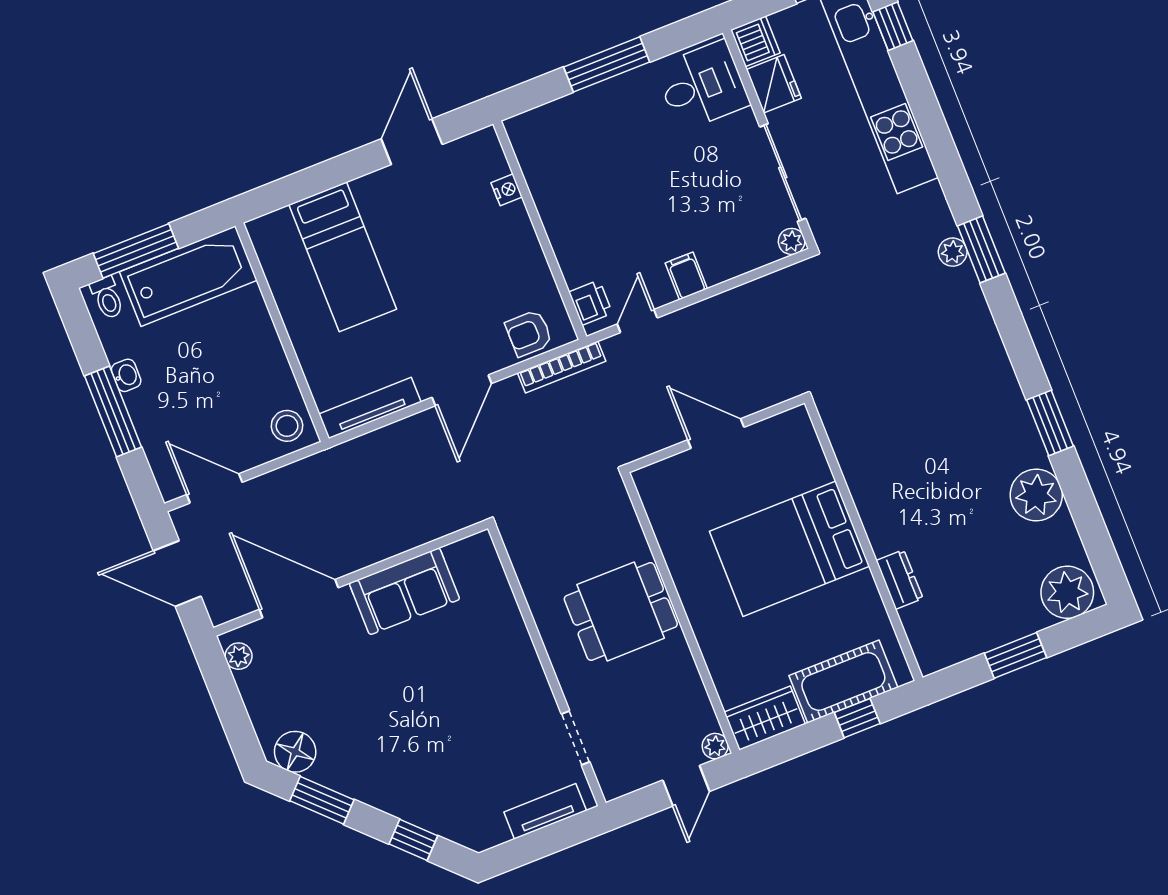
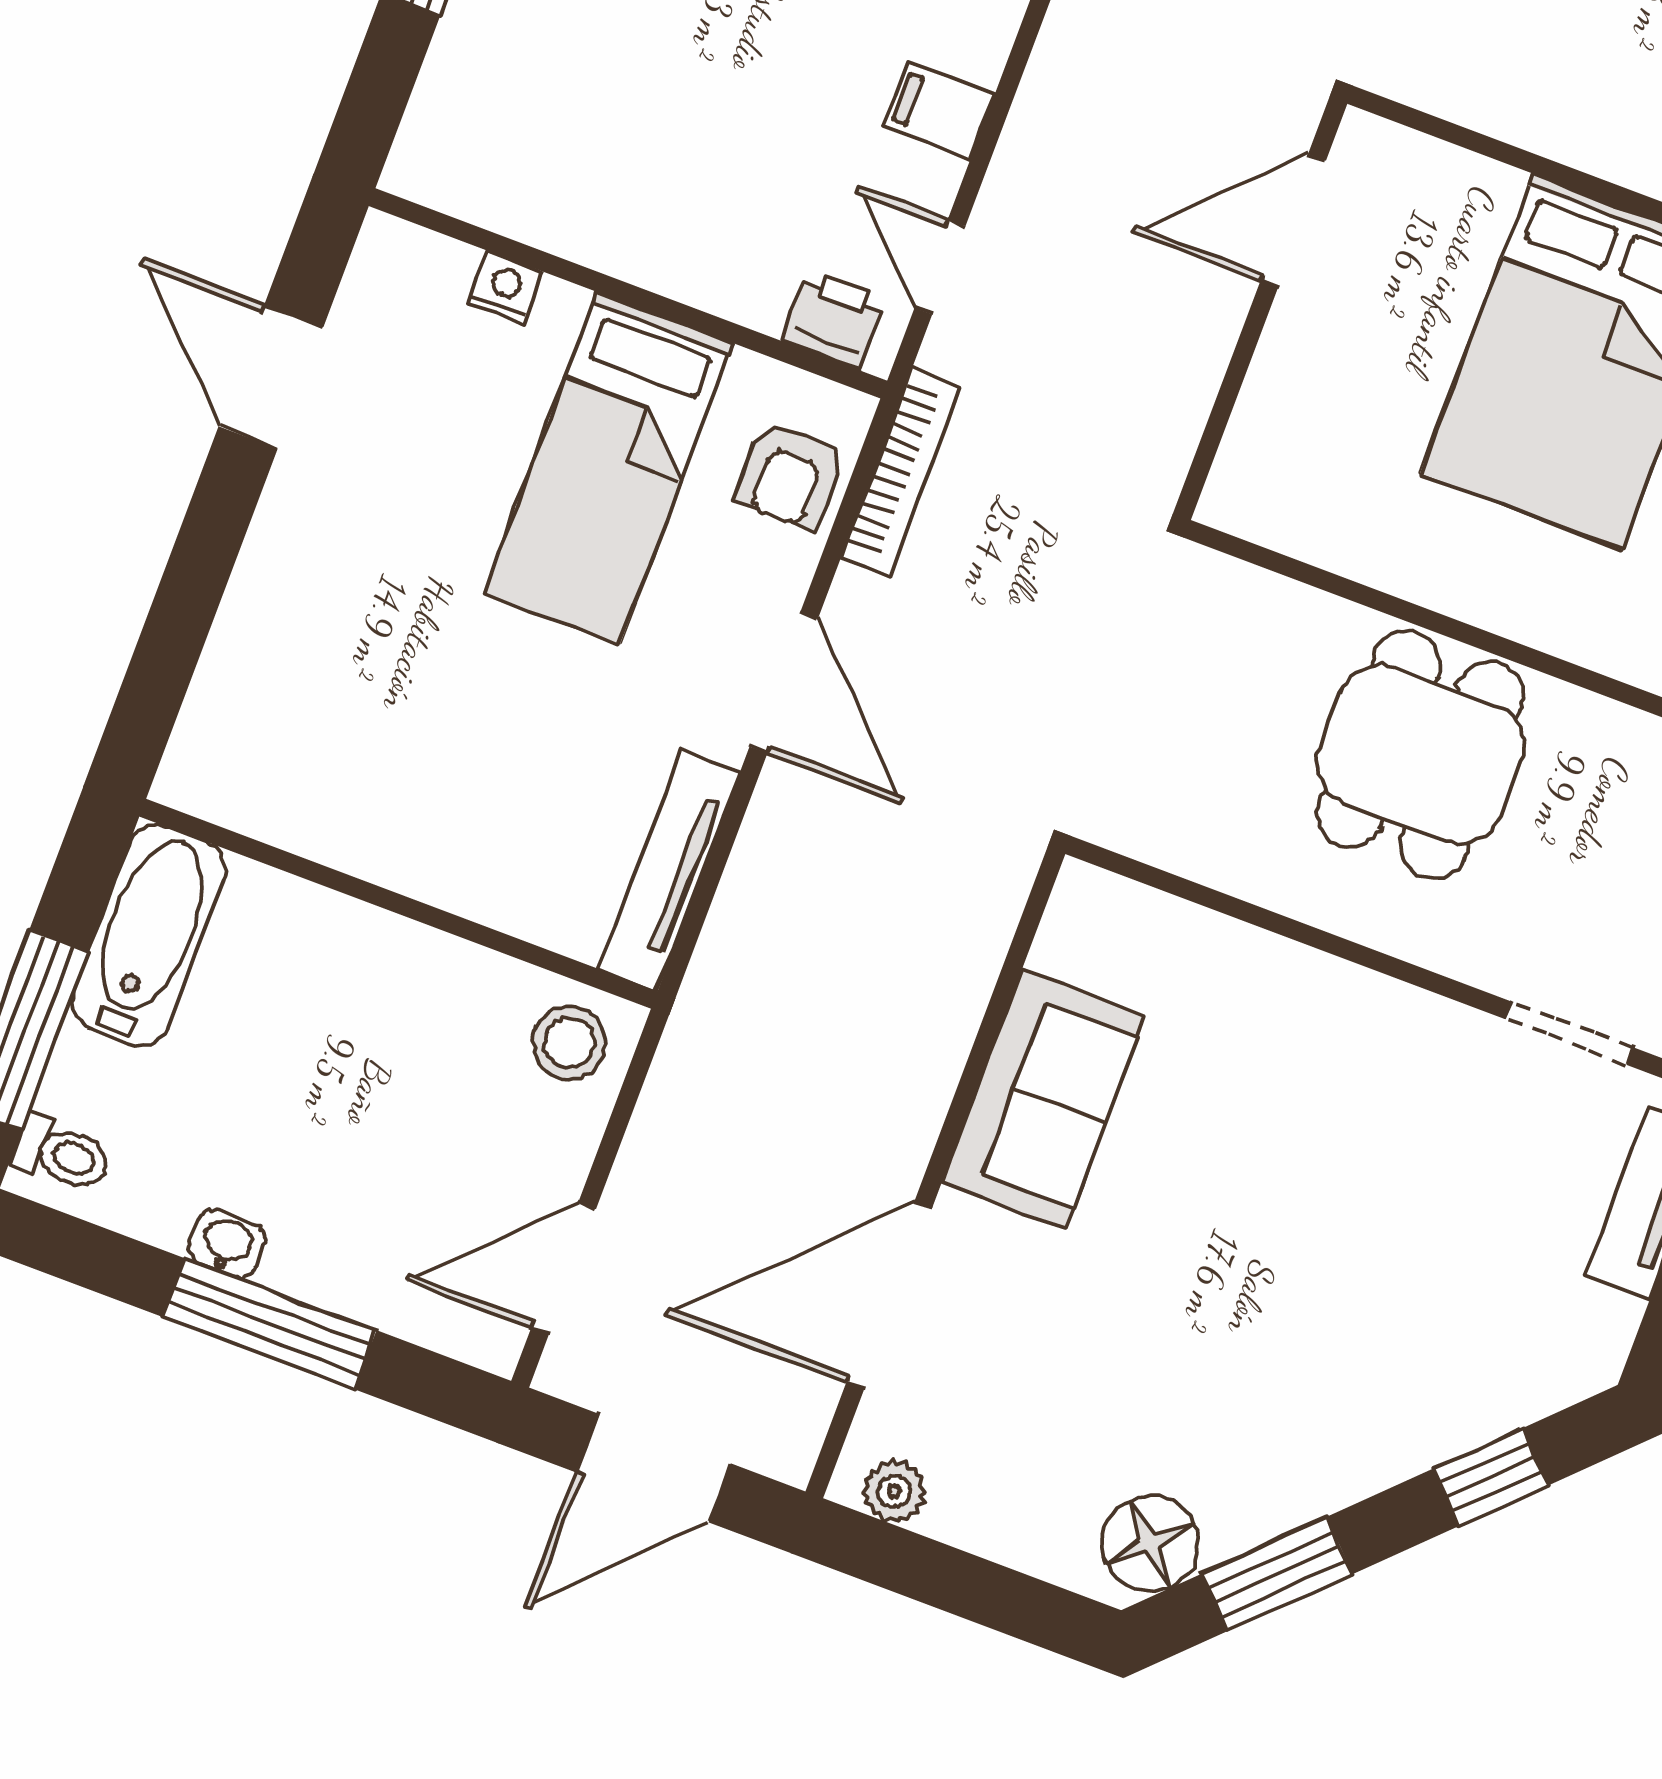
bed: (343, 257) -> (609, 468), moved, turned 90
bathtub: (188, 276) -> (149, 935), width x0.73, depth x0.73
door: (716, 433) -> (1293, 221), moved

